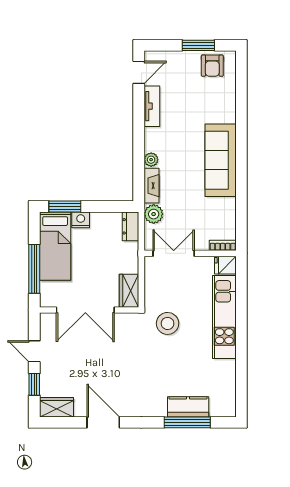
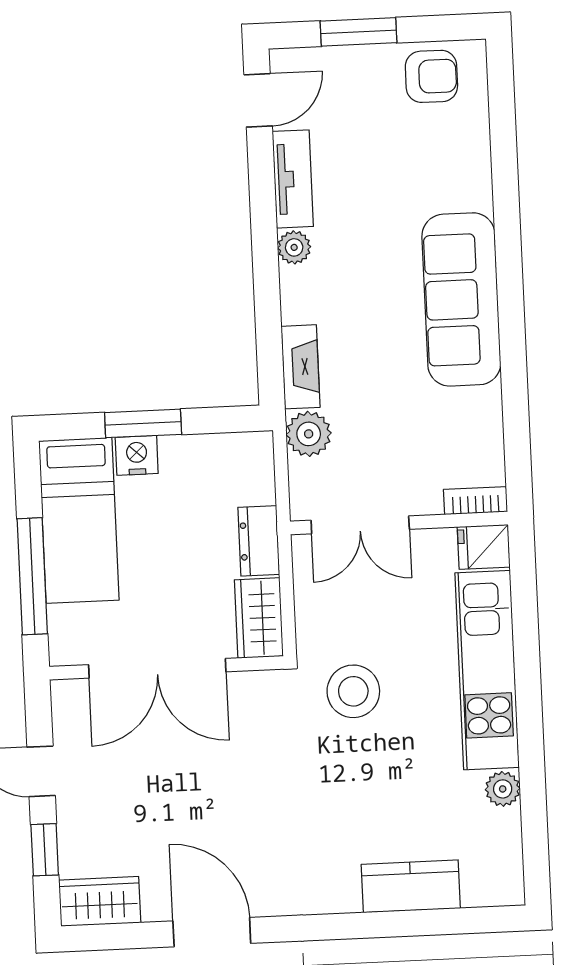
window: (198, 45) -> (359, 32), moved
armchair: (212, 66) -> (431, 76), turned -90
plant: (151, 160) -> (294, 247), moved
window: (65, 206) -> (143, 423), moved
dresser: (131, 226) -> (259, 541), moved
double door: (174, 253) -> (360, 525), swing flipped
plant: (229, 368) -> (503, 789), added
window: (187, 422) -> (410, 923), removed

